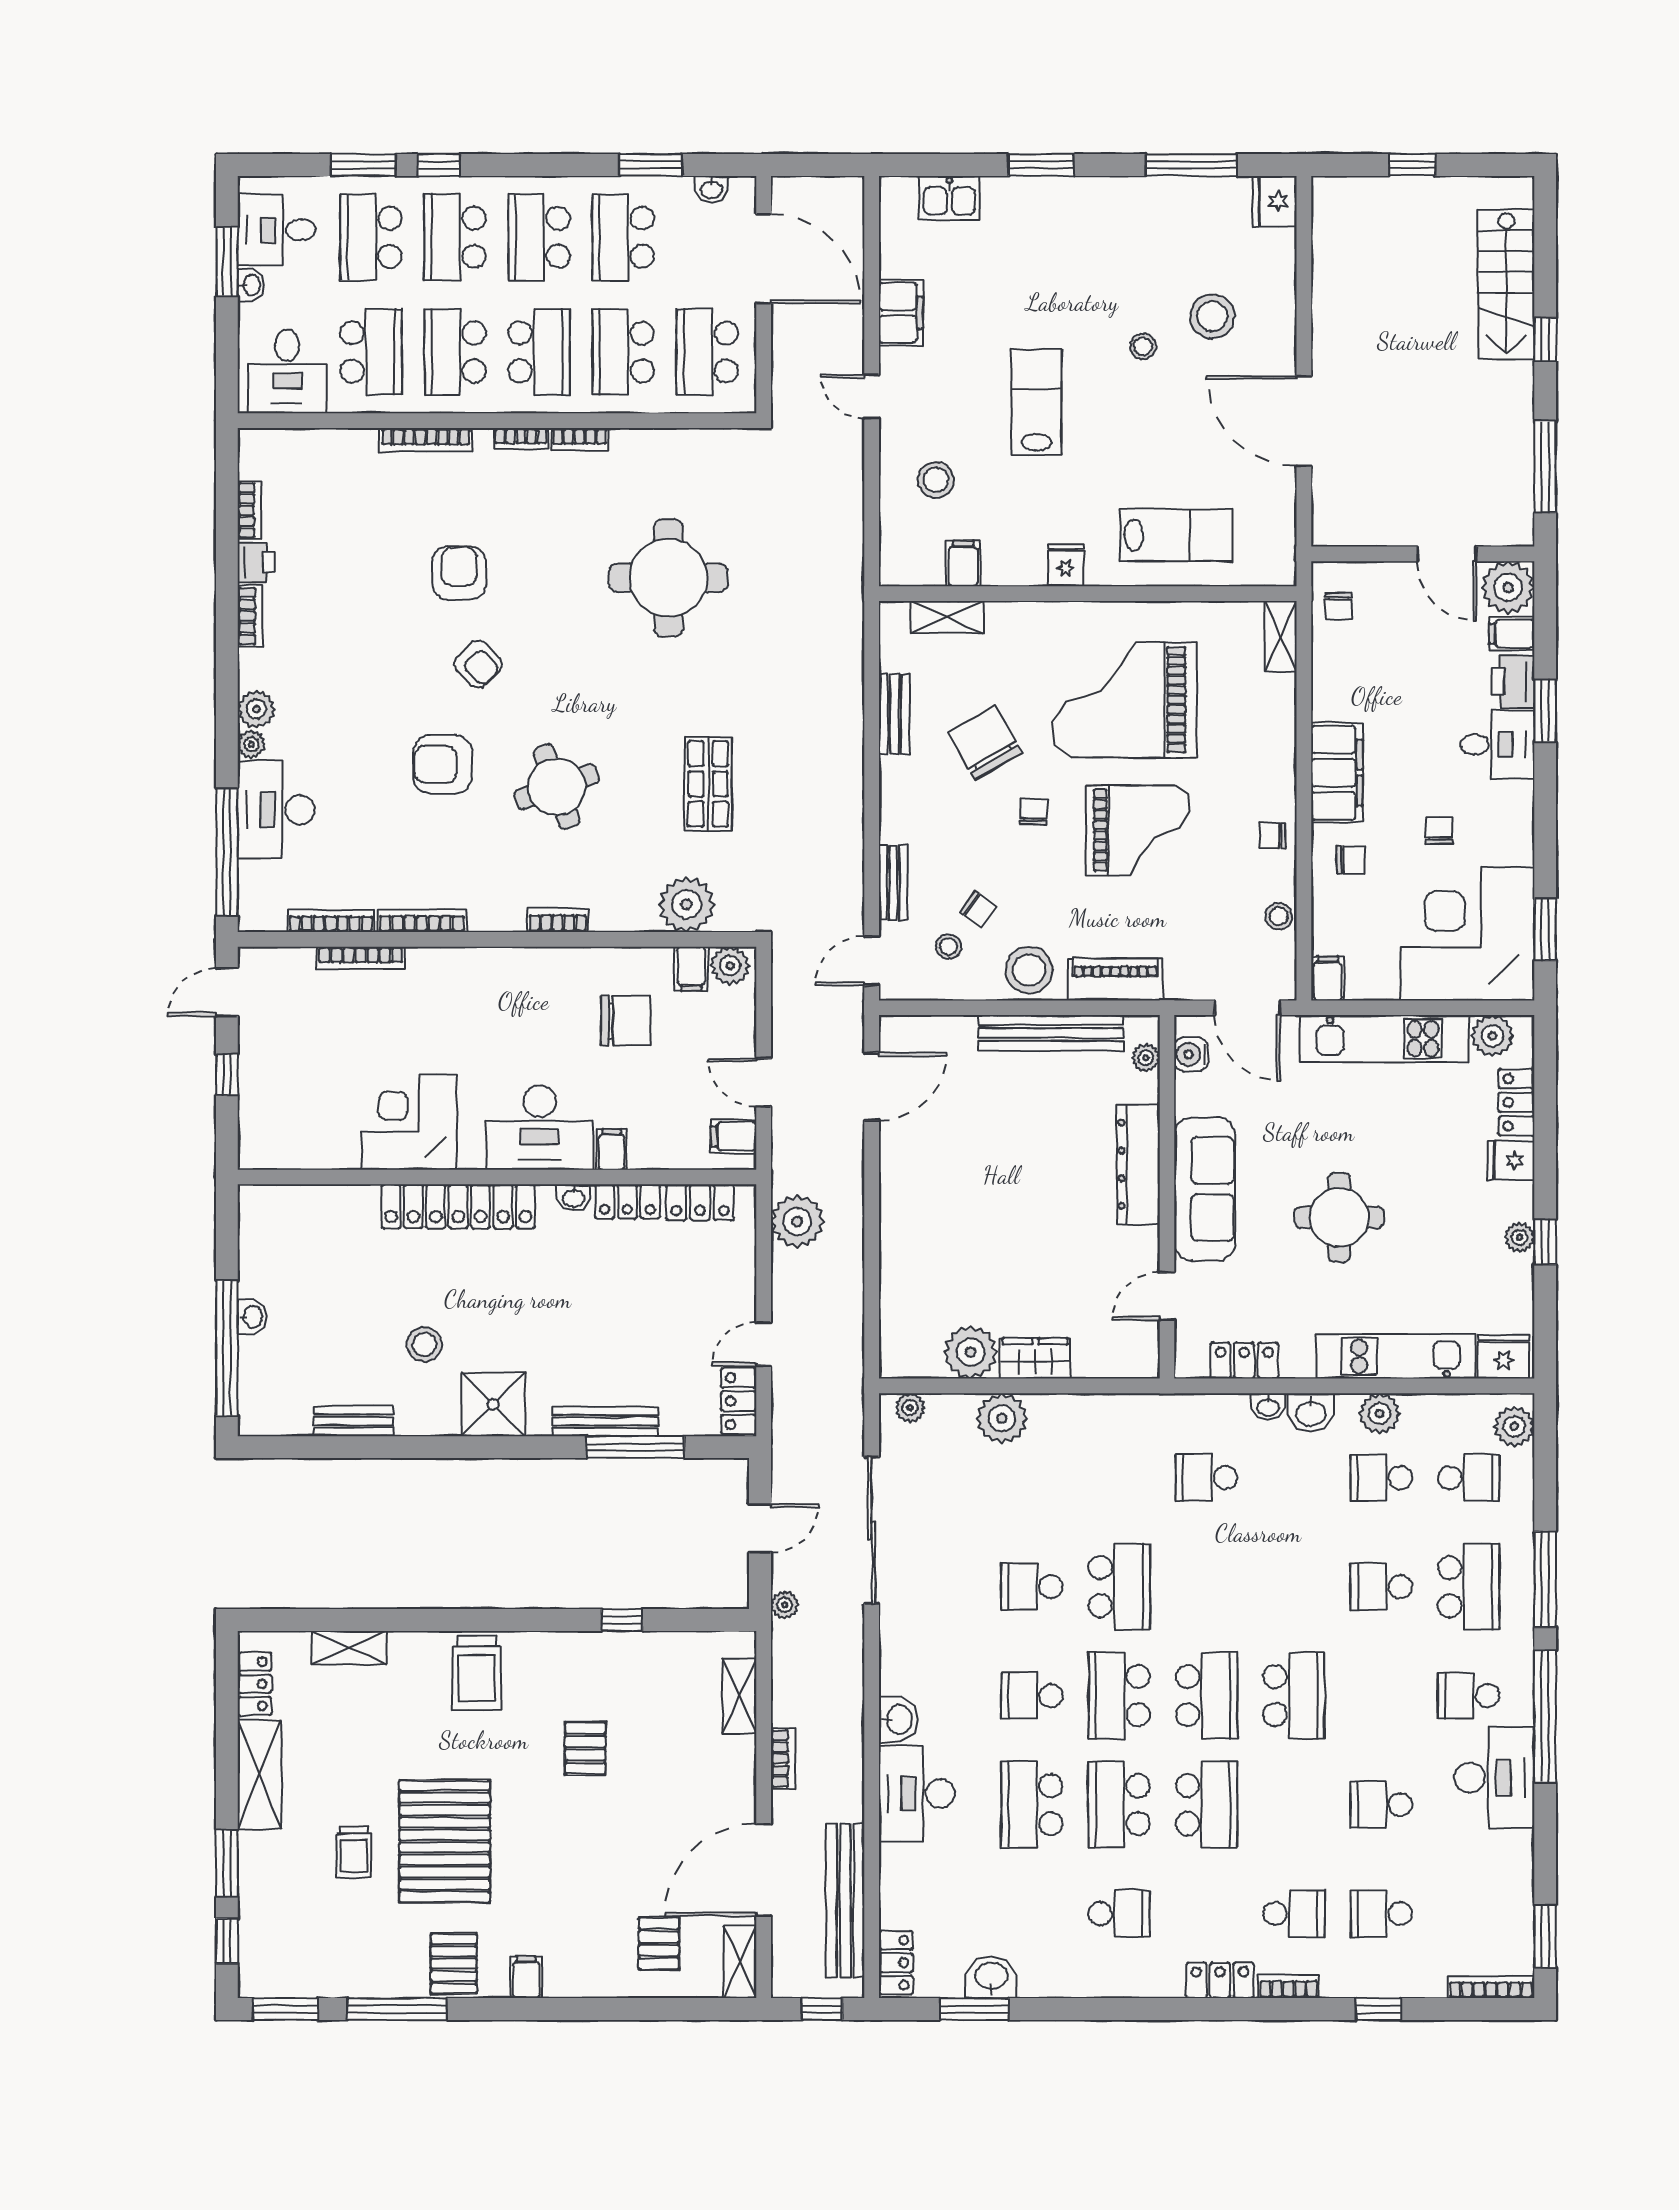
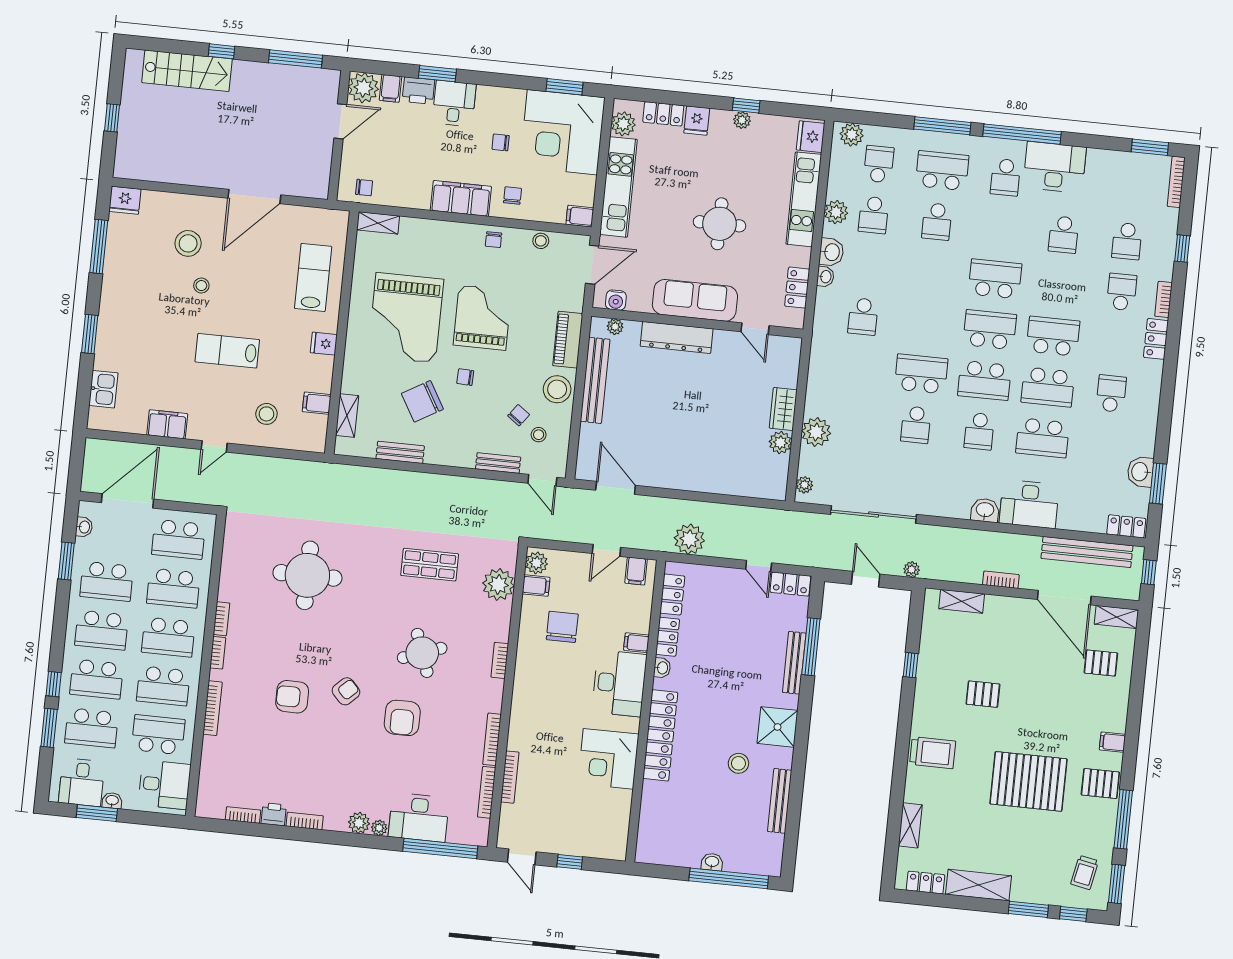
school desk: (539, 352) -> (168, 637), turned 180
plant: (971, 1352) -> (780, 443), width x0.73, depth x0.73
bench: (353, 1421) -> (780, 801), width x1.36
trolley: (354, 1852) -> (1085, 872), moved, turned 101

